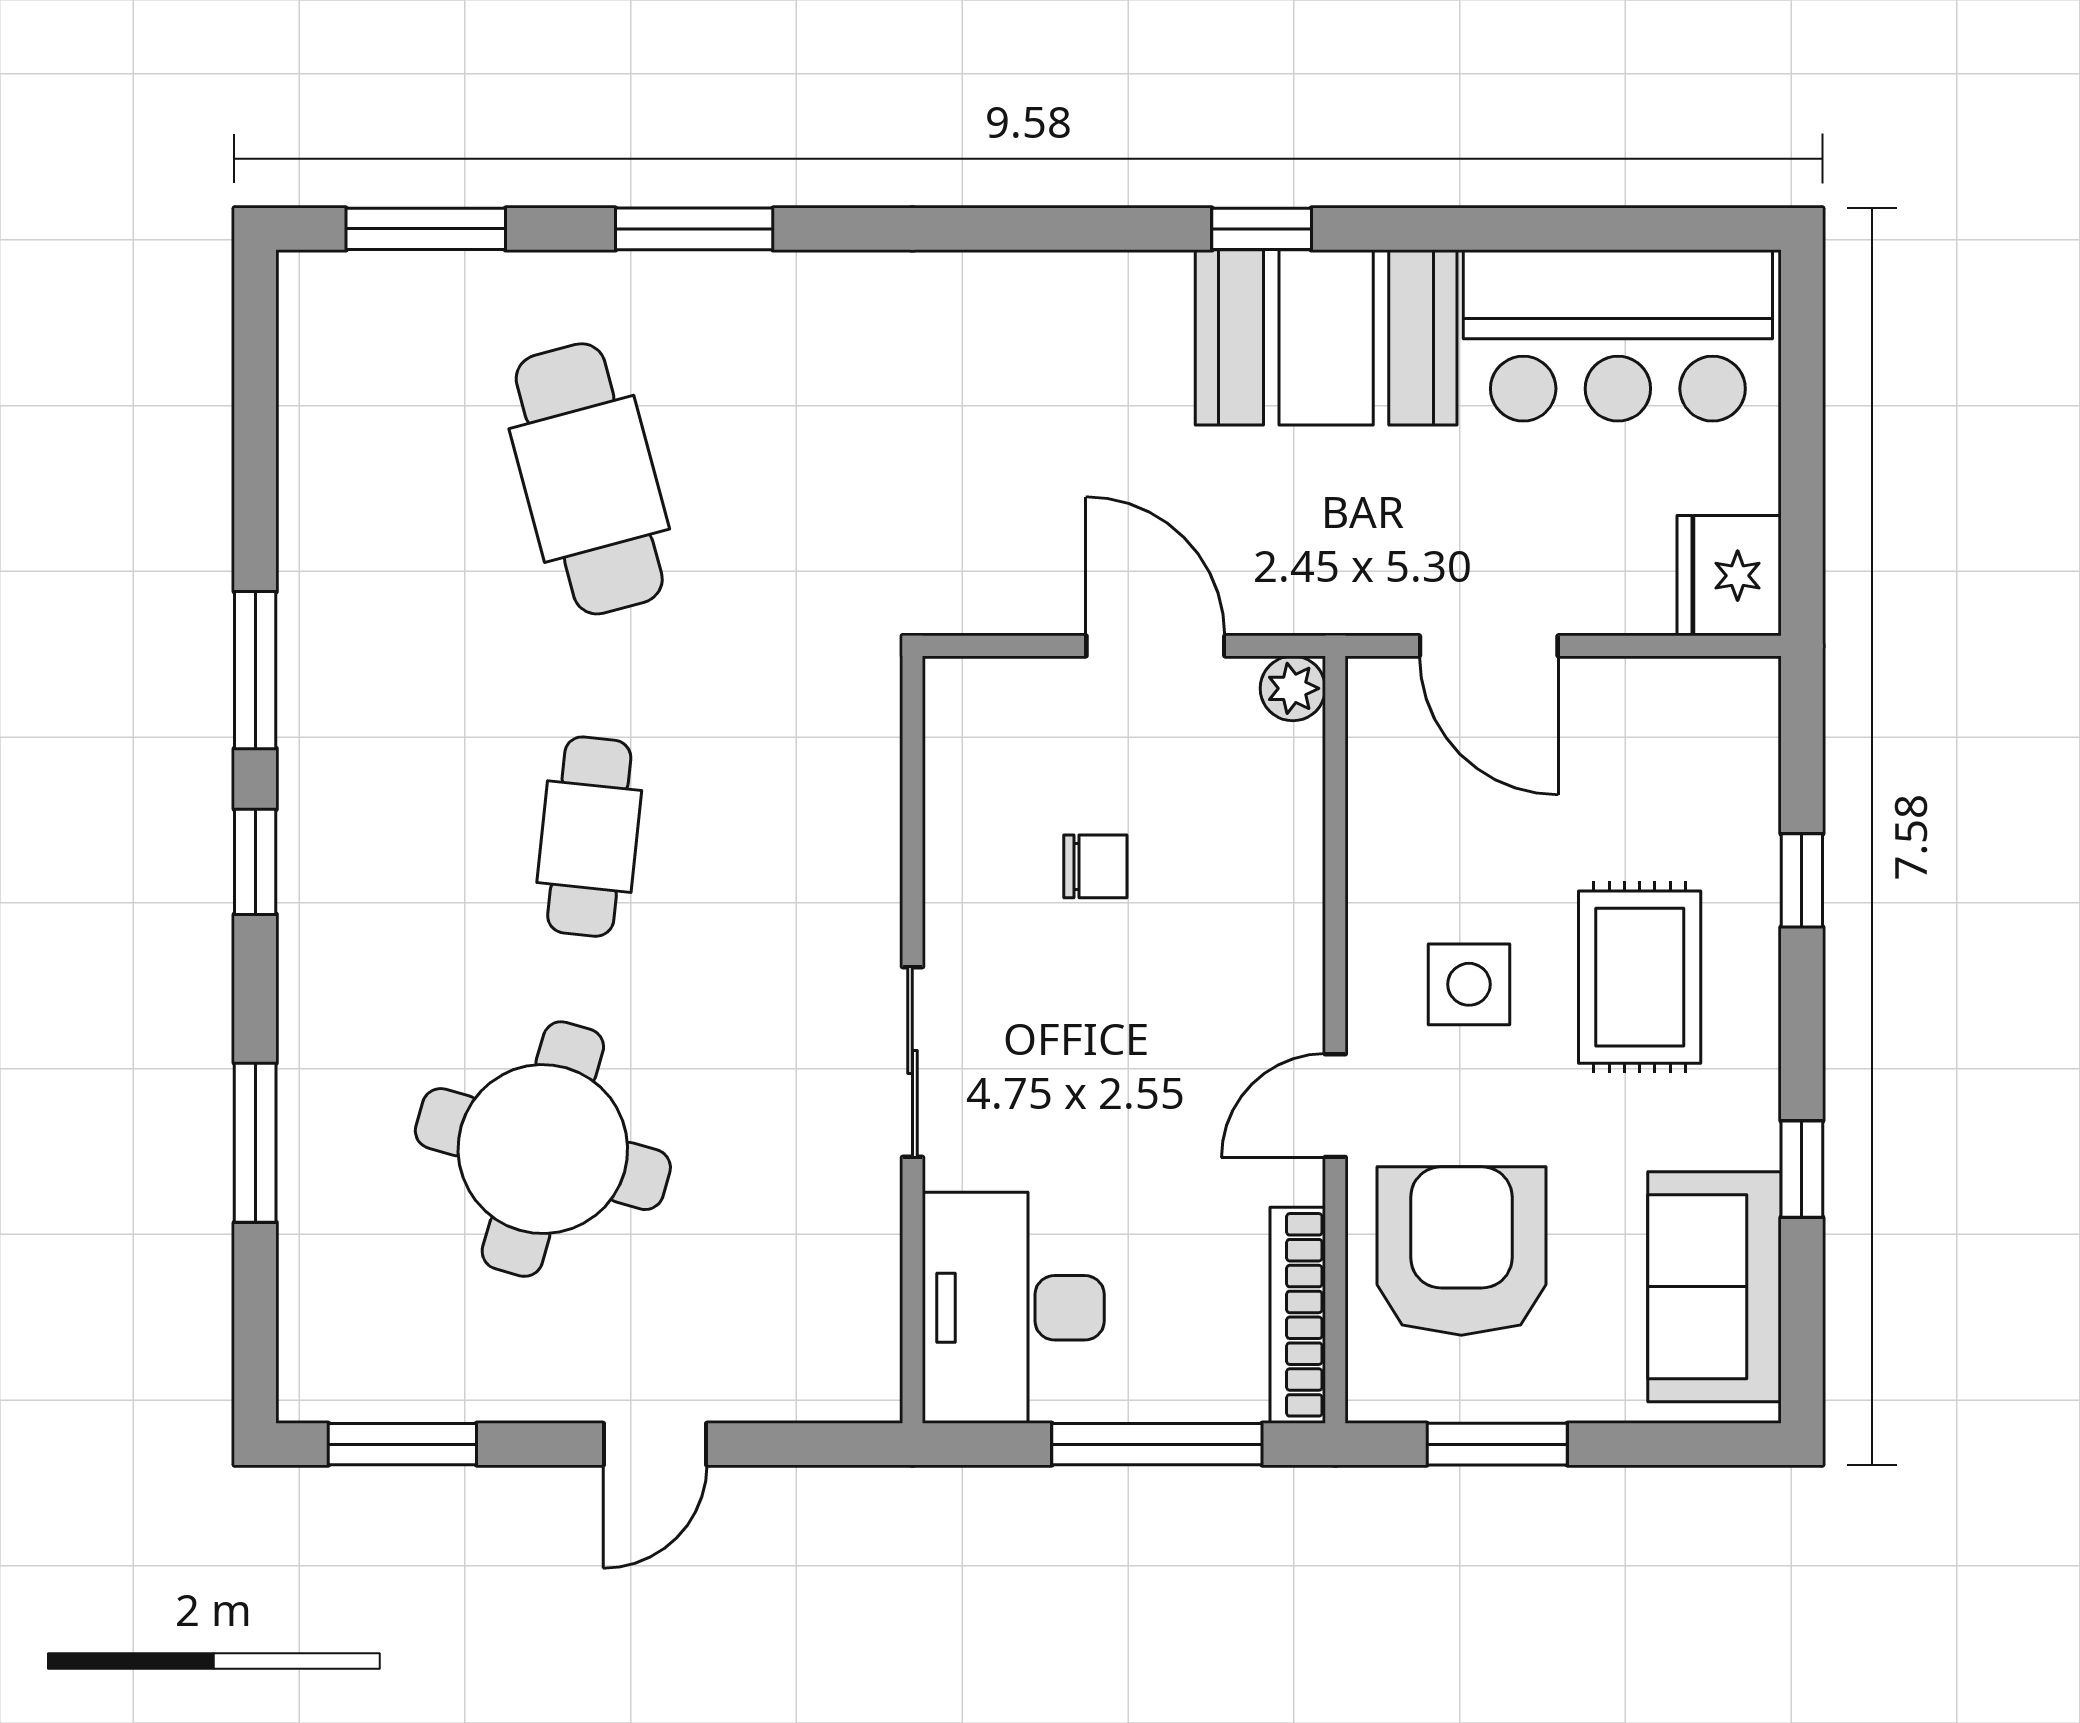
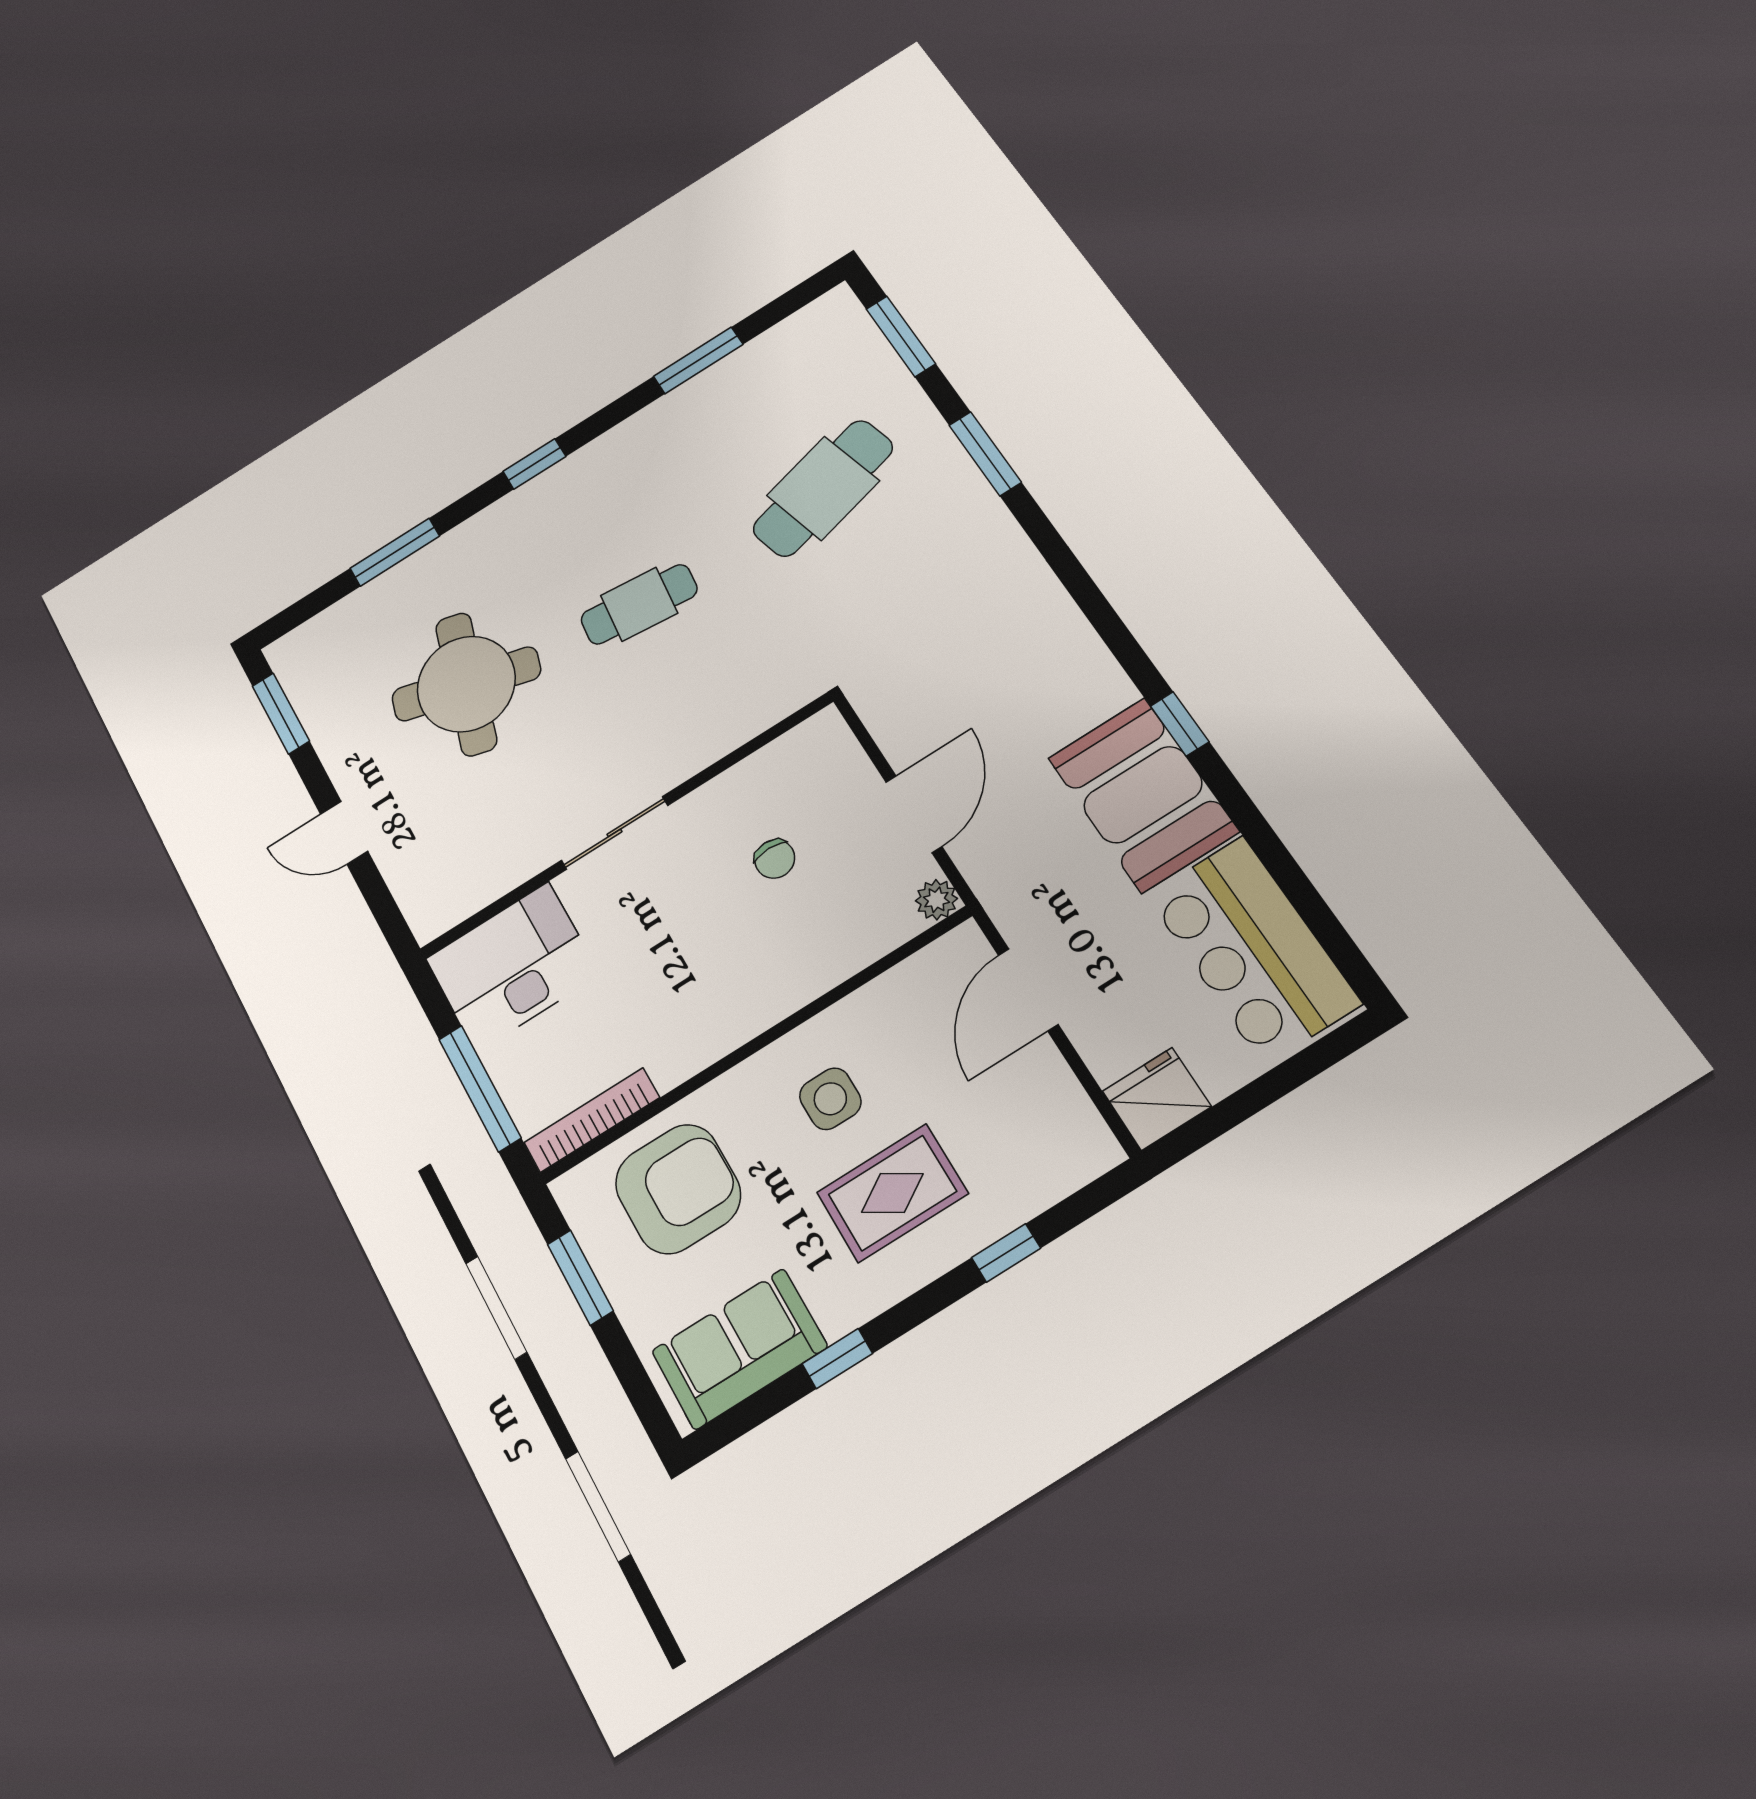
window: (255, 670) -> (698, 360), moved
door: (1335, 1106) -> (719, 1068), removed

